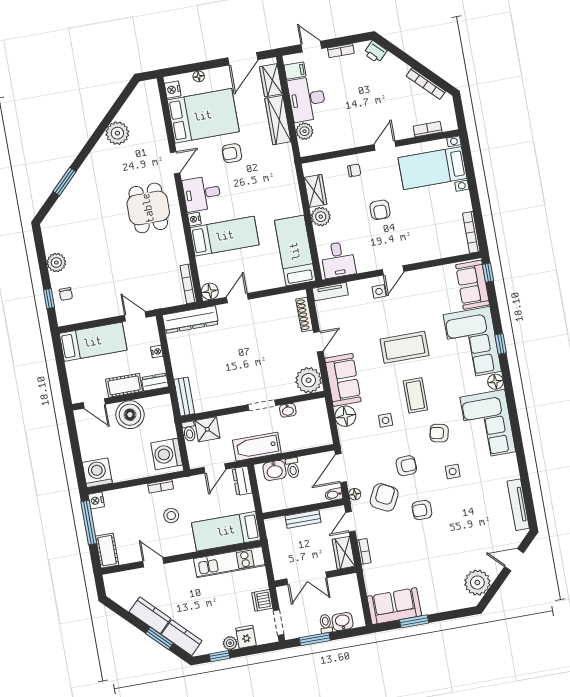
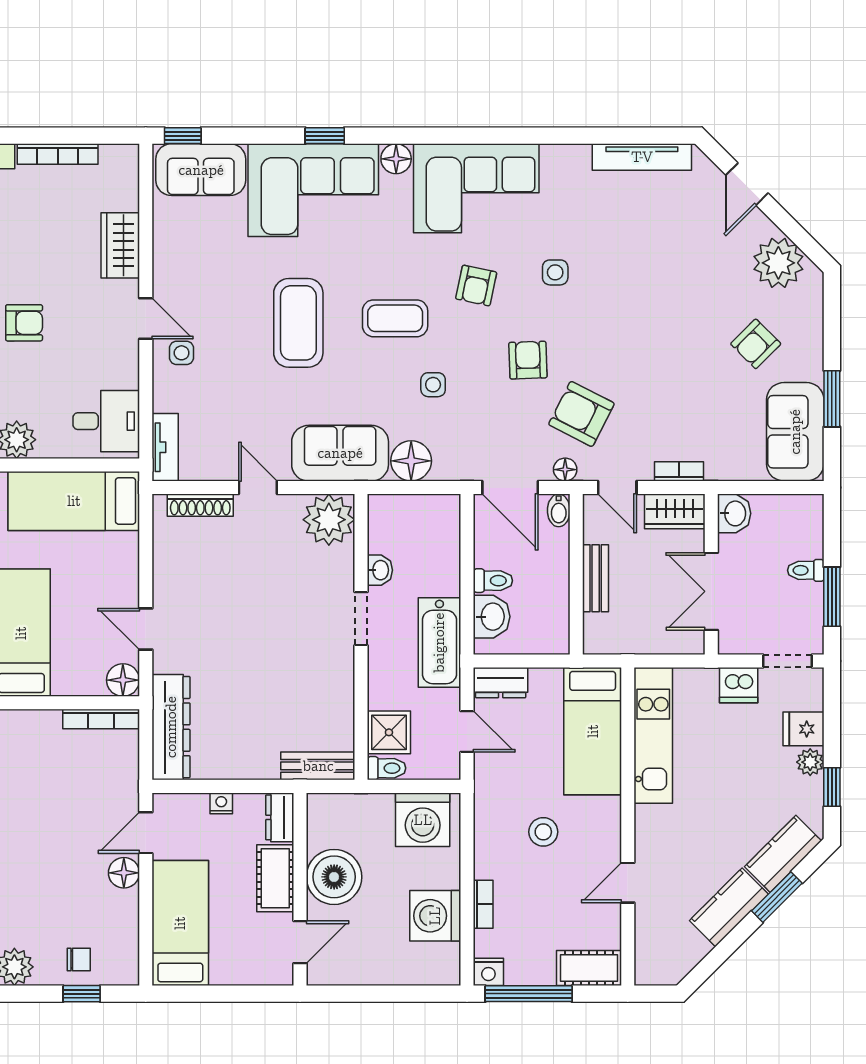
bookcase: (471, 232) -> (58, 154), moved
wardrobe: (427, 251) -> (120, 245), added
floor lamp: (113, 309) -> (124, 873), added
washing machine: (97, 473) -> (435, 916), moved
bookcase: (161, 486) -> (483, 904), moved
armchair: (422, 510) -> (756, 344), moved, turned 45
double door: (307, 578) -> (711, 591), swing flipped
washbasin: (342, 622) -> (734, 513), moved, turned 180

